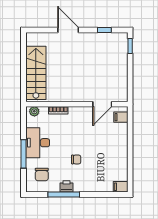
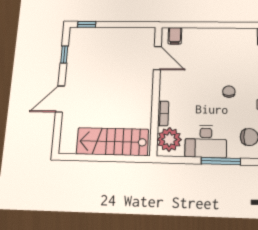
plant: (34, 111) -> (169, 139), width x1.87, depth x1.87

